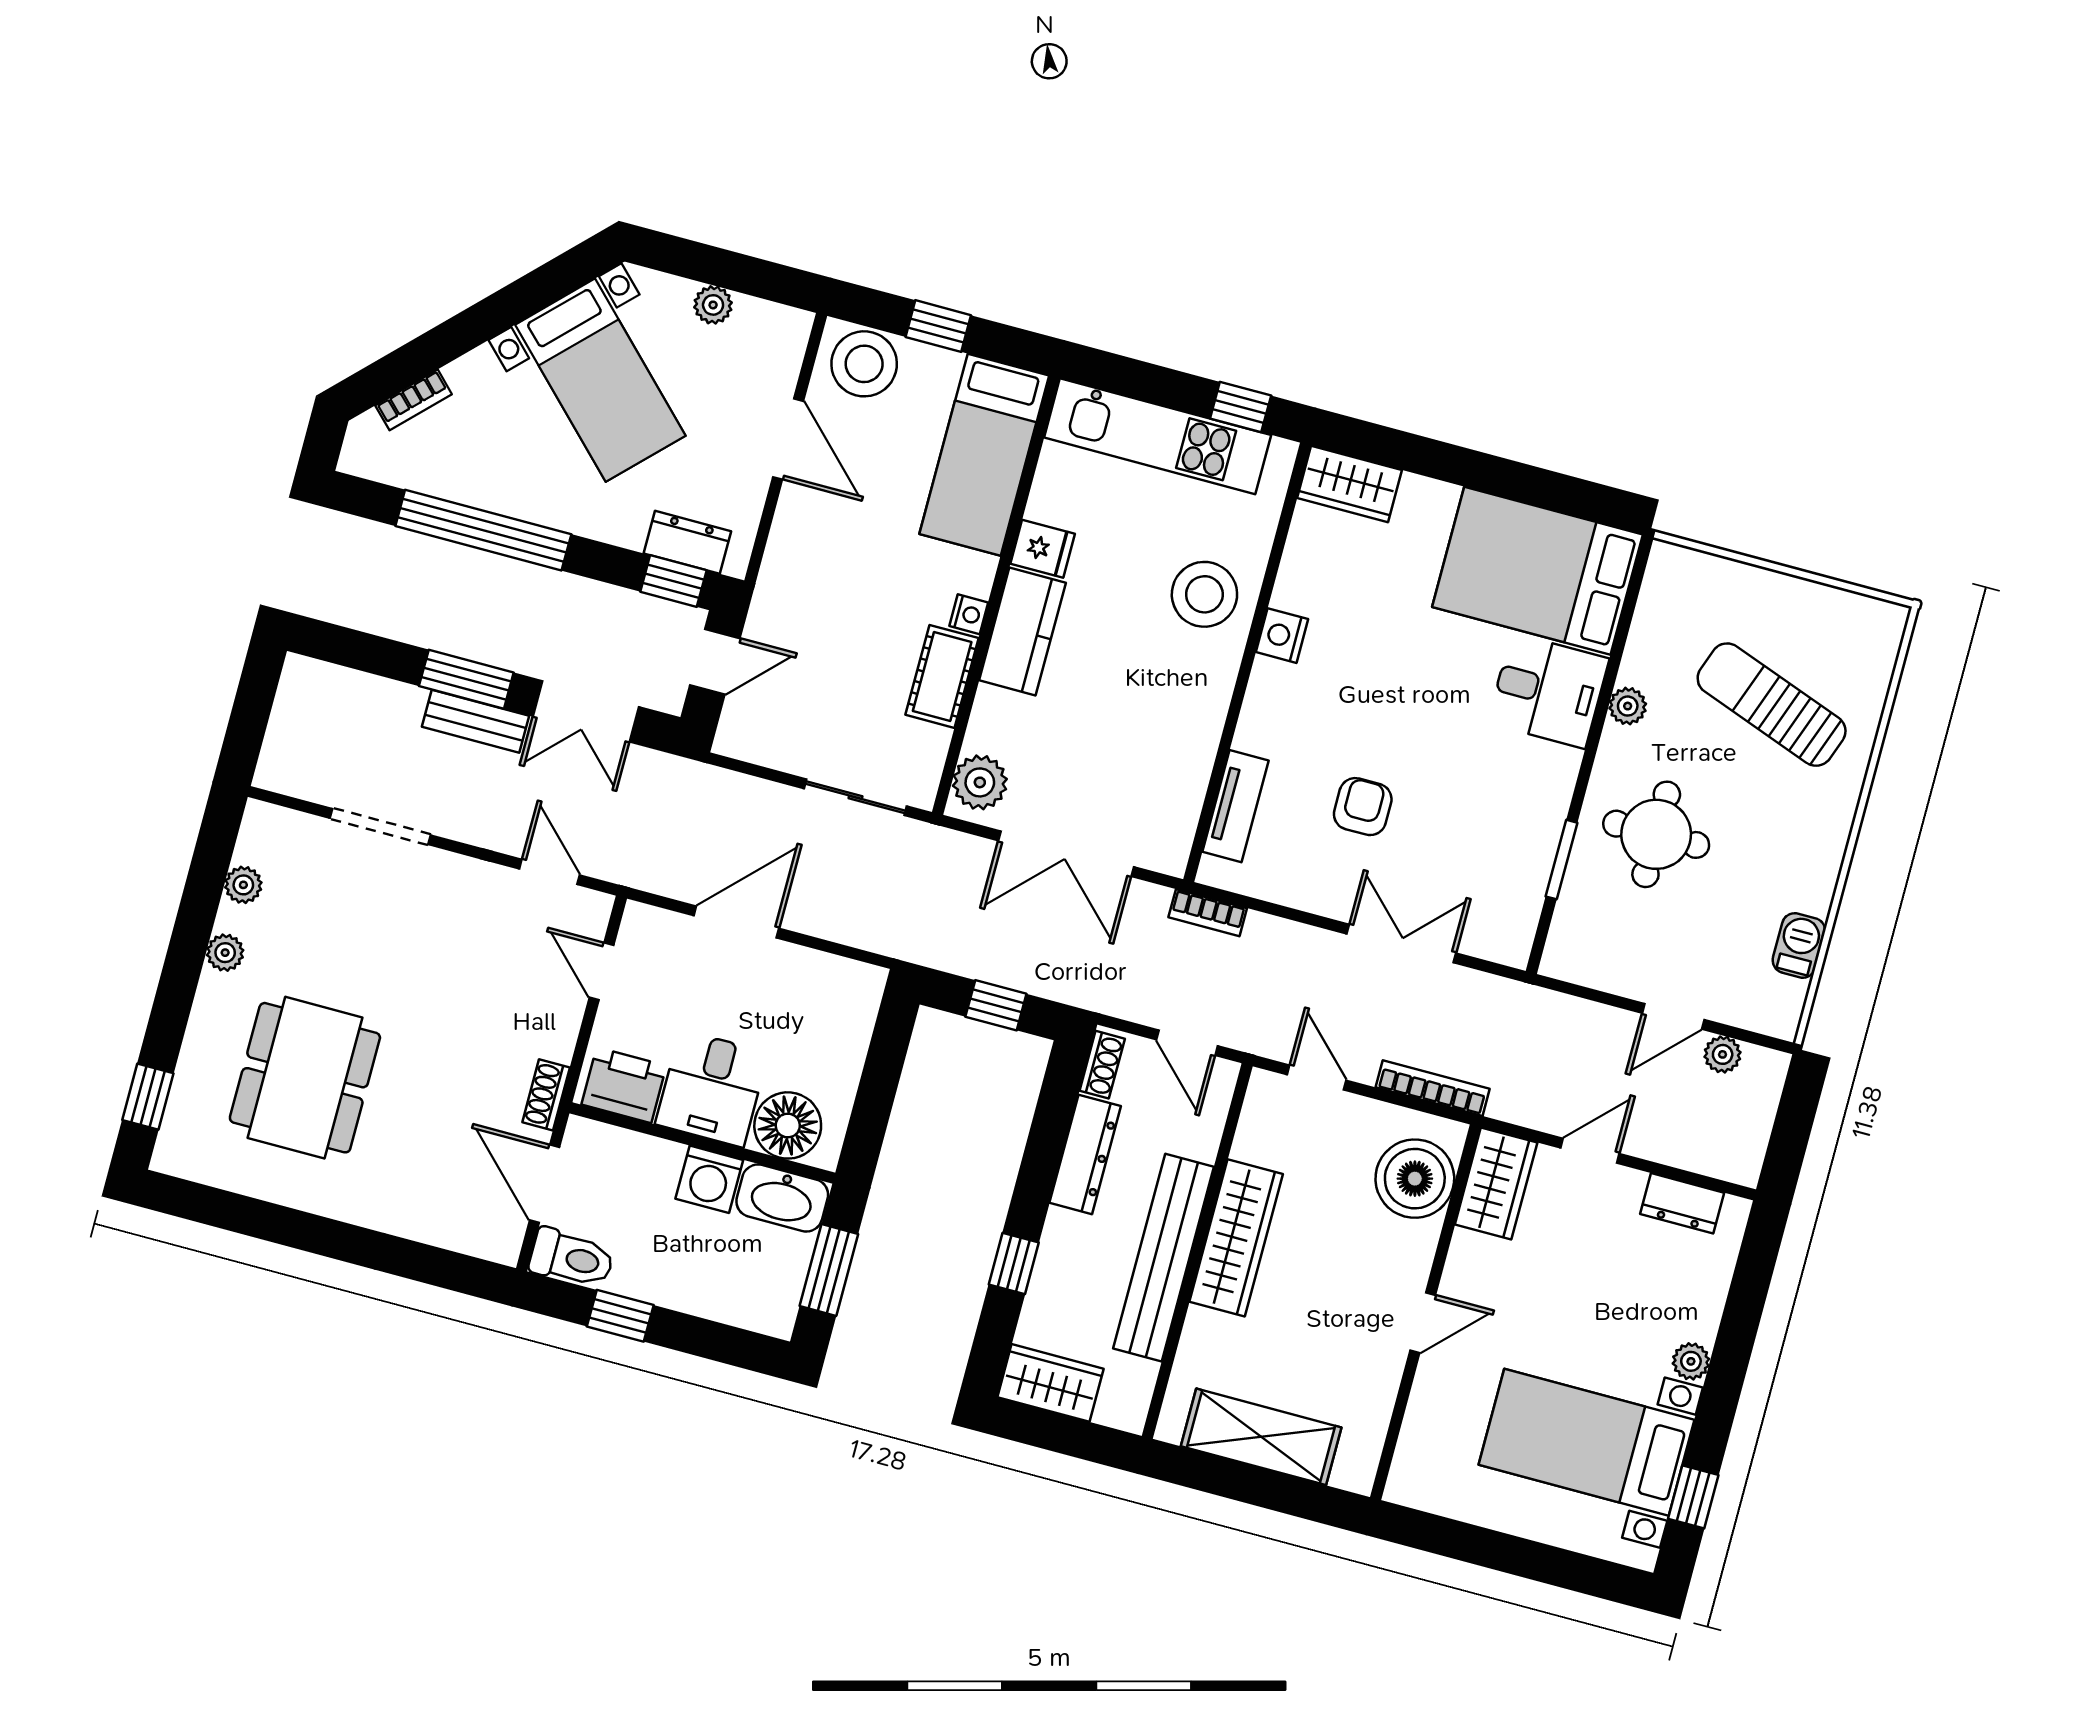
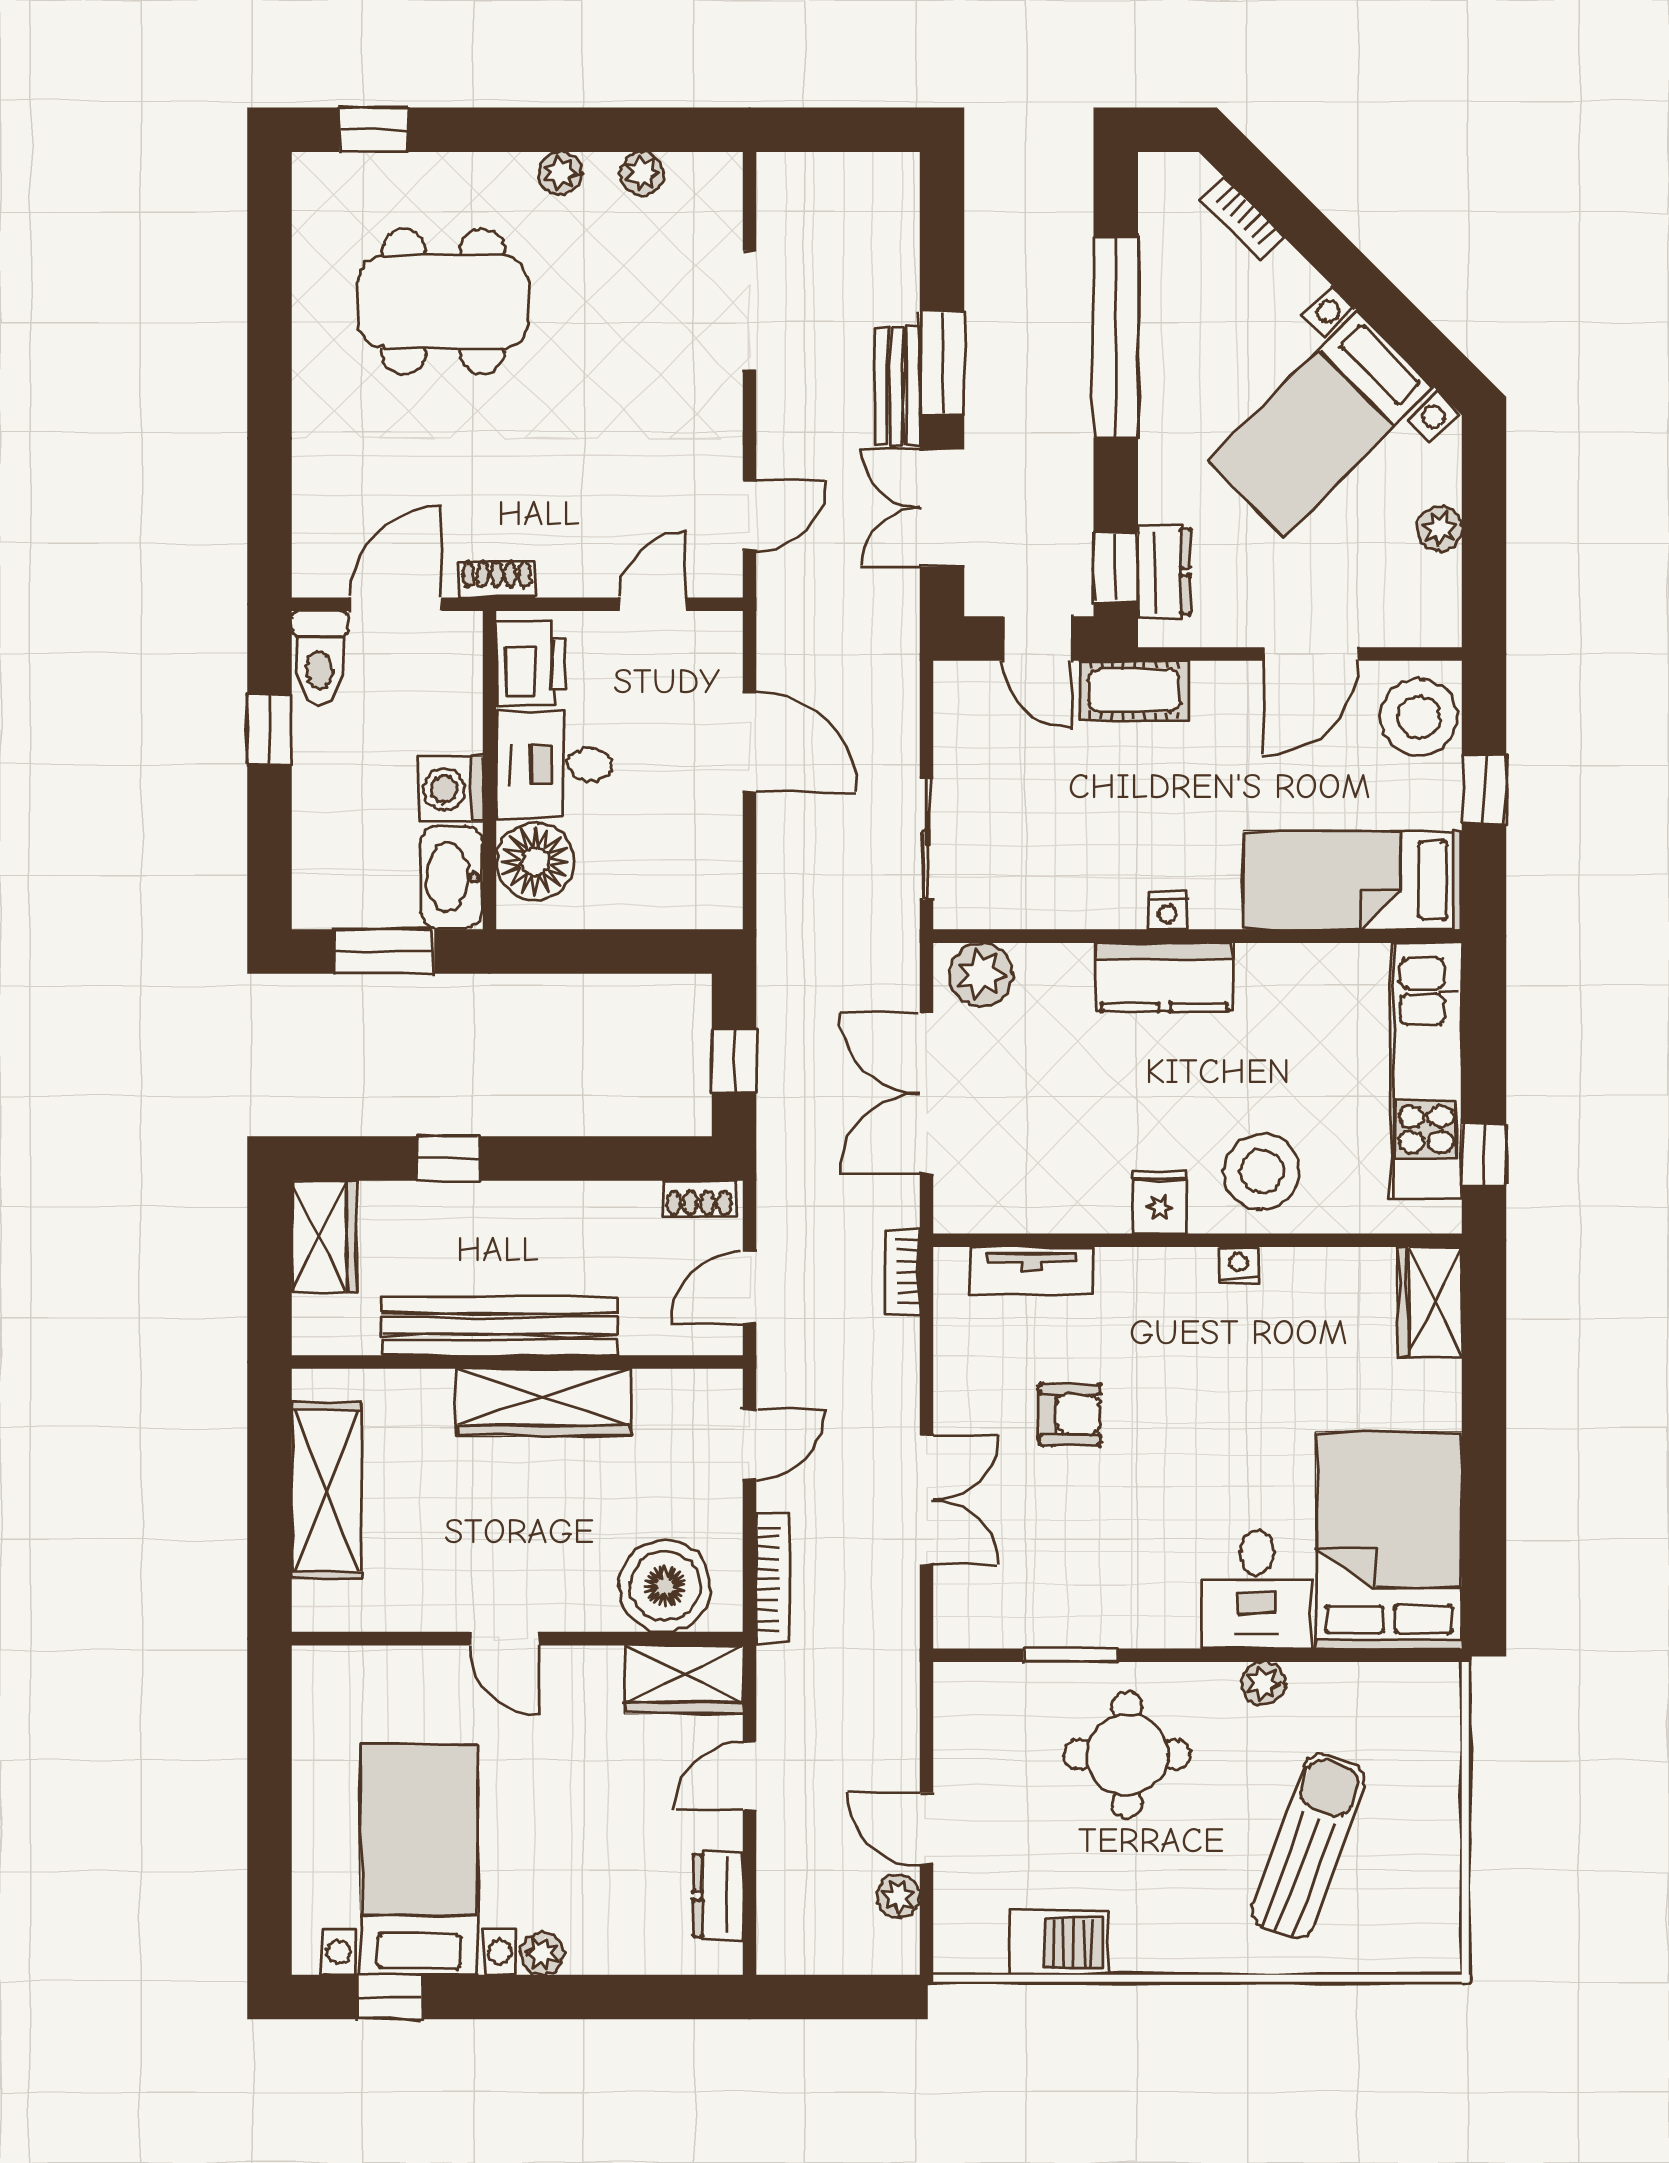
fridge: (1043, 549) -> (1160, 1202), moved, turned 180
nightstand: (1282, 636) -> (1238, 1265), width x0.72, depth x0.74
cot: (942, 676) -> (1134, 690), moved
barbecue: (1799, 945) -> (1058, 1943), width x1.38, depth x1.27
door: (1590, 1151) -> (750, 1776), swing flipped
dresser: (1085, 1154) -> (592, 1206), removed

